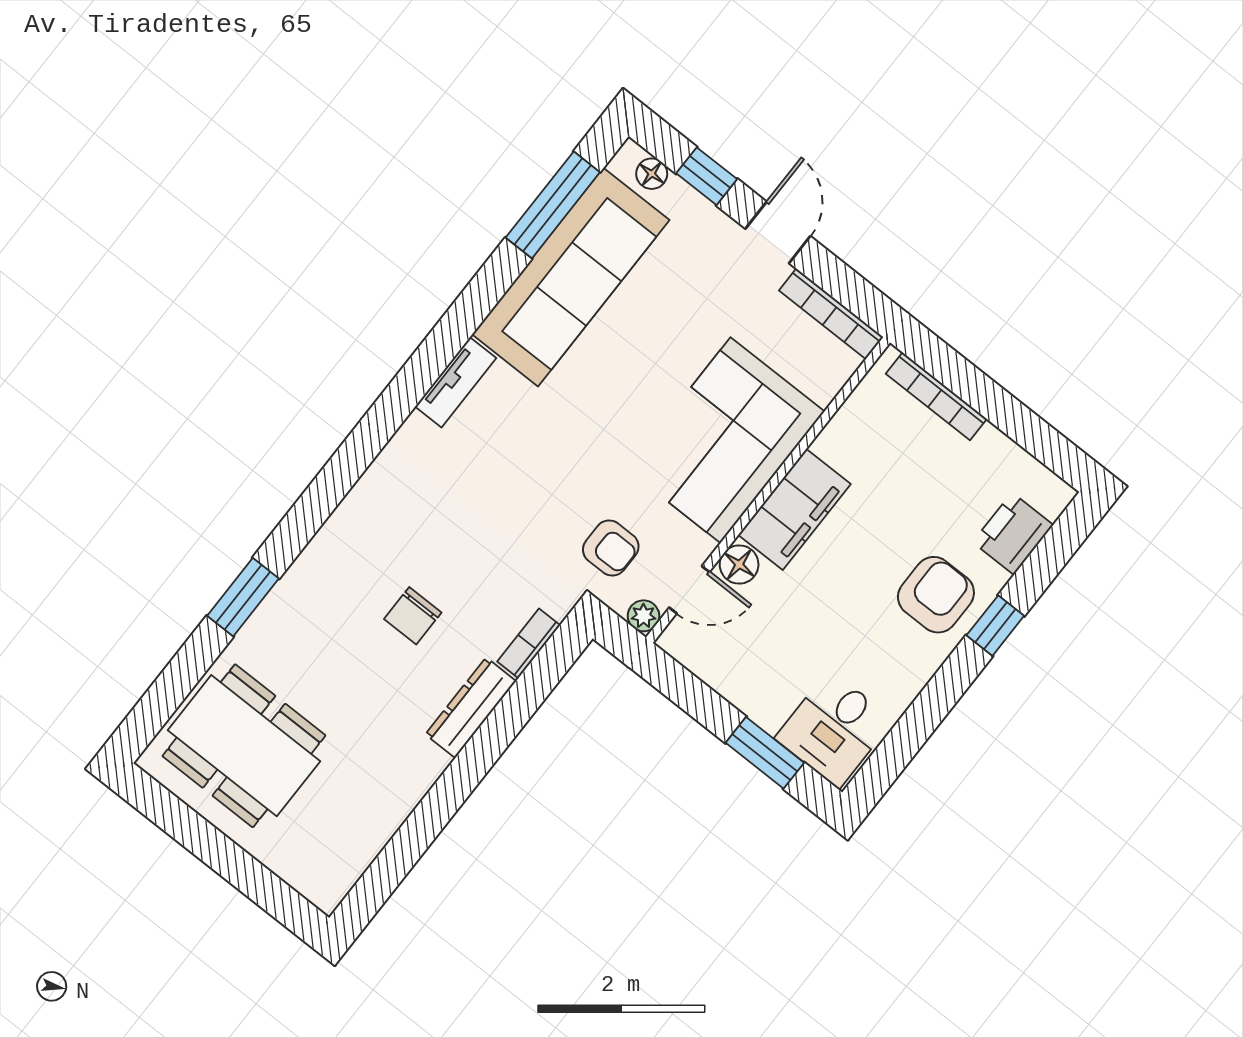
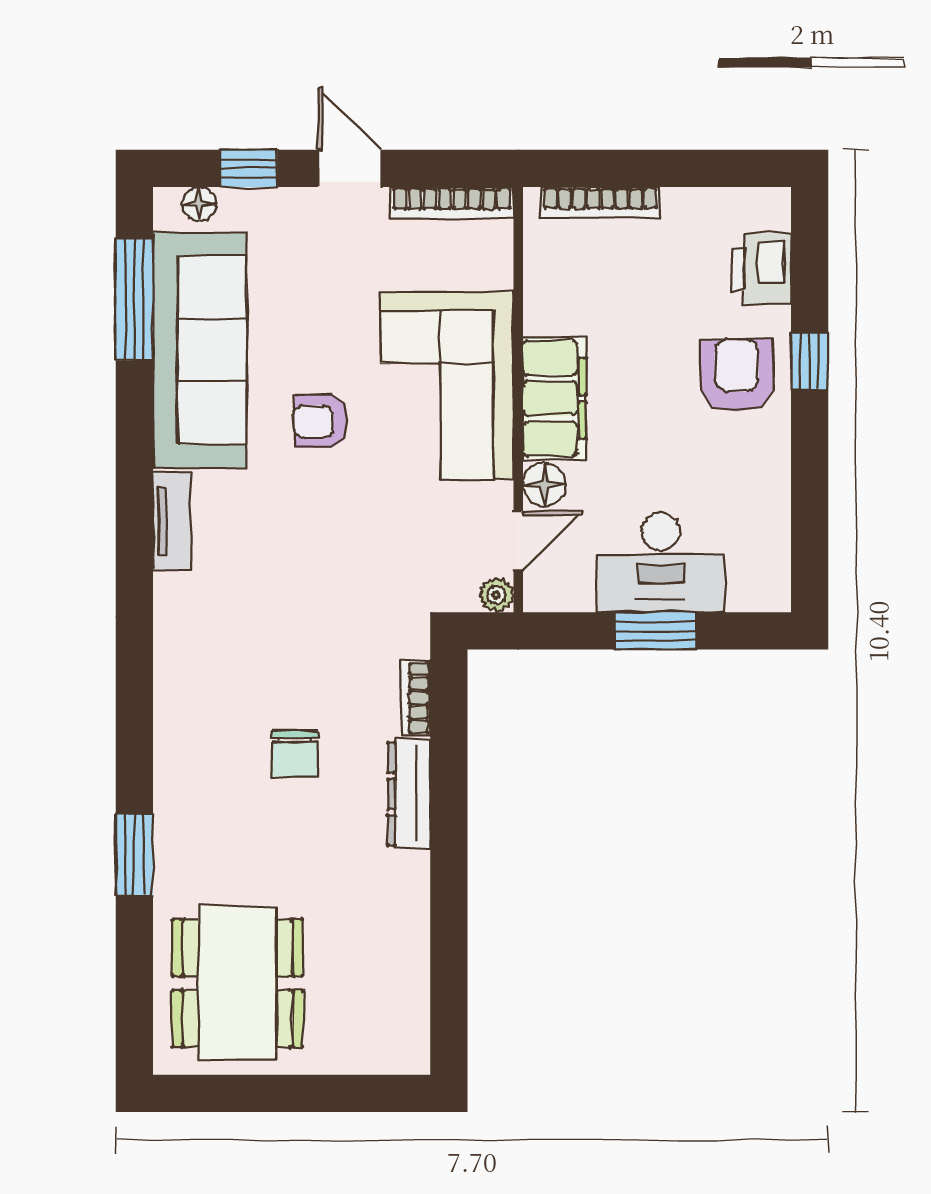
armchair: (611, 548) -> (321, 421), moved, turned 180
desk: (834, 729) -> (661, 563), moved, width x1.37
dining table: (244, 746) -> (237, 983), turned 90
window: (765, 753) -> (656, 631), moved

